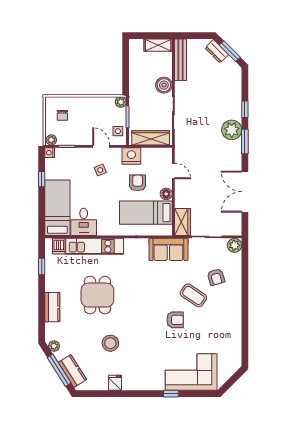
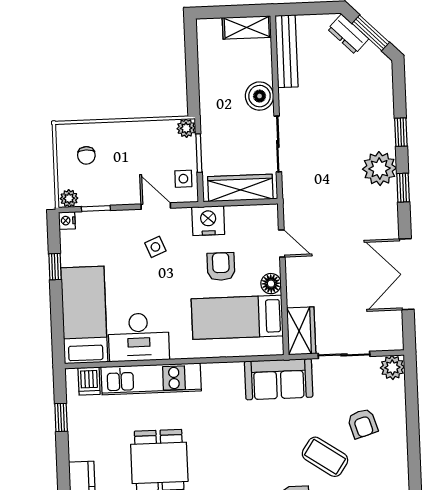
window: (245, 141) -> (403, 188), width x0.67
desk: (84, 222) -> (139, 337), width x1.37

